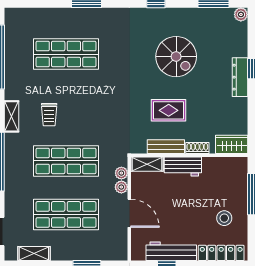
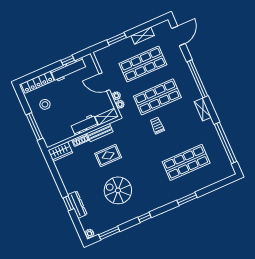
dresser: (240, 77) -> (77, 205), moved
trolley: (49, 115) -> (157, 125), moved
shelving: (34, 254) -> (143, 36), moved

